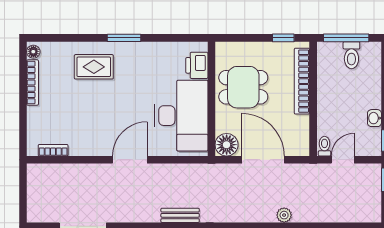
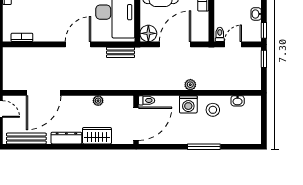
door: (263, 160) -> (175, 44), hinge flipped
bench: (180, 215) -> (121, 52), moved

